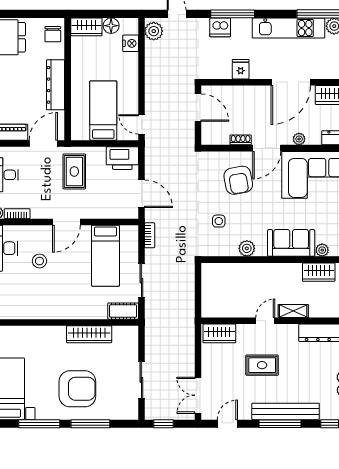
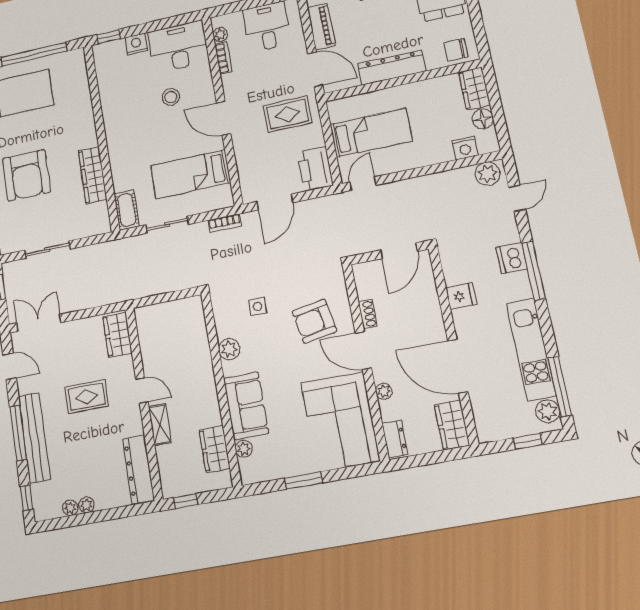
rug: (262, 365) -> (87, 397), turned 90

